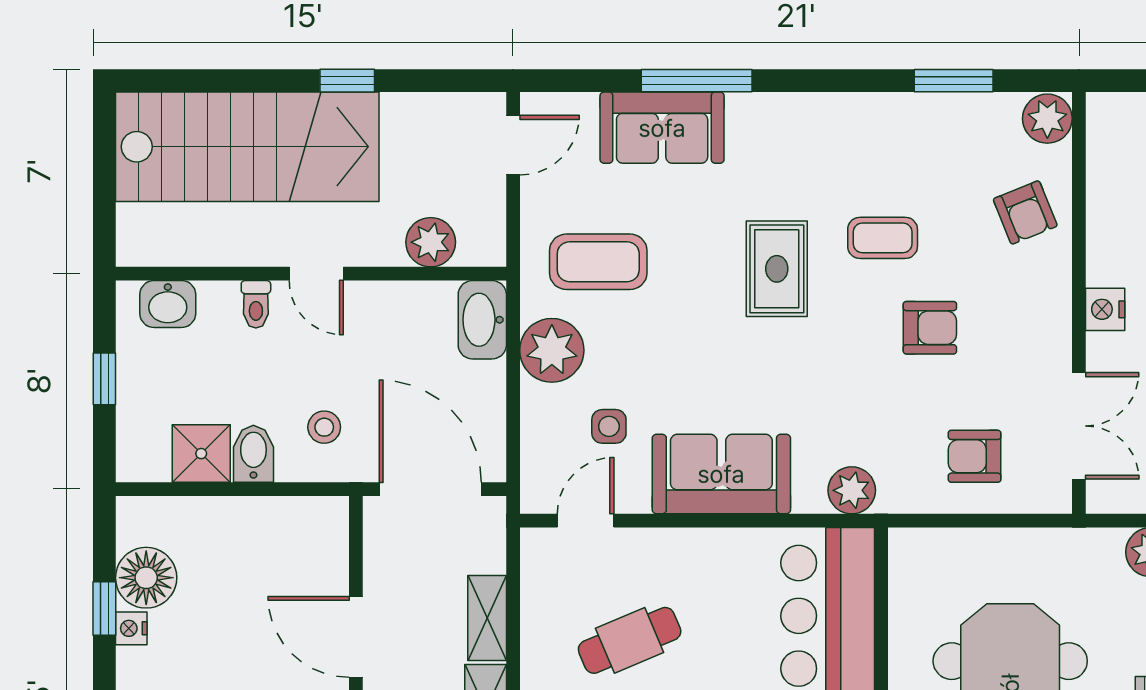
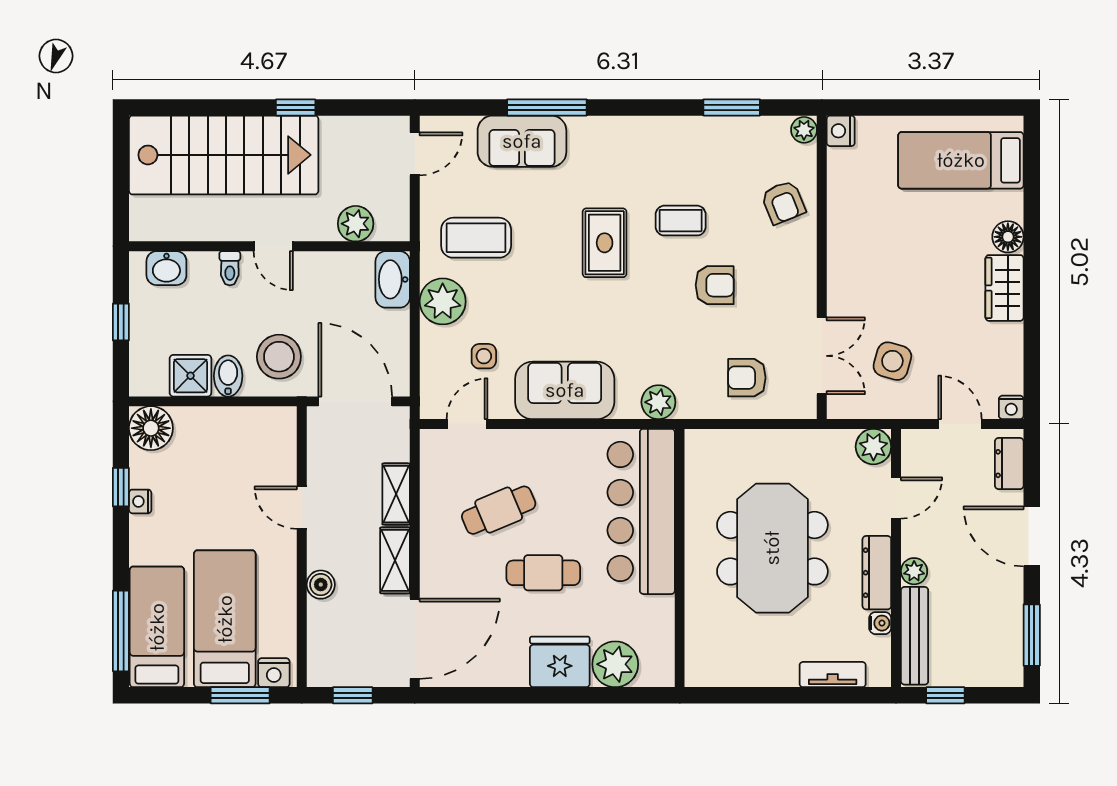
plant: (1047, 119) -> (804, 130), width x0.73, depth x0.73
nightstand: (1105, 309) -> (841, 131), moved
stool: (324, 427) -> (279, 357), width x1.89, depth x1.89
floor lamp: (146, 578) -> (151, 428), moved
door: (356, 637) -> (302, 508), width x0.73

